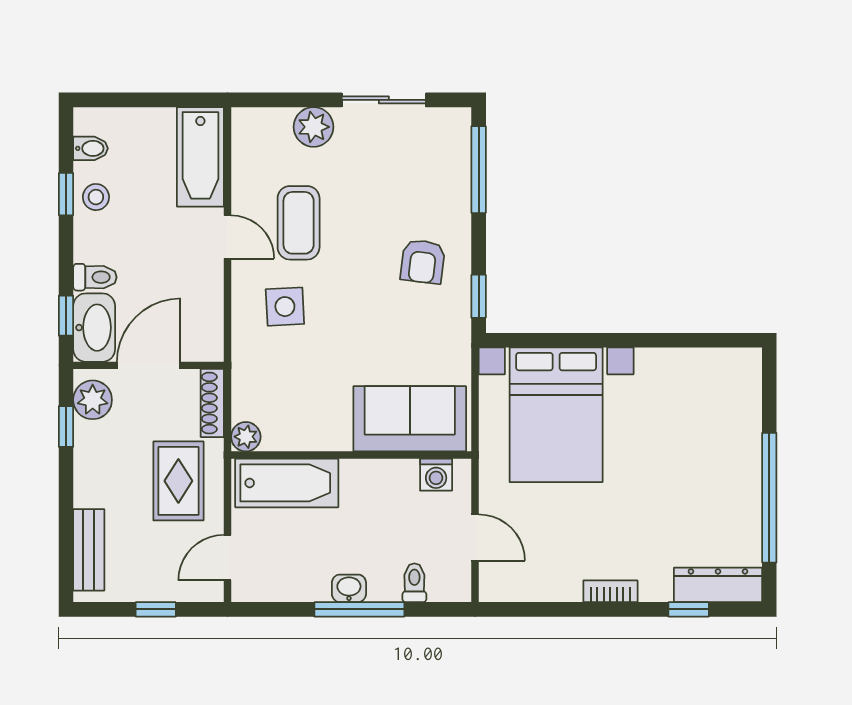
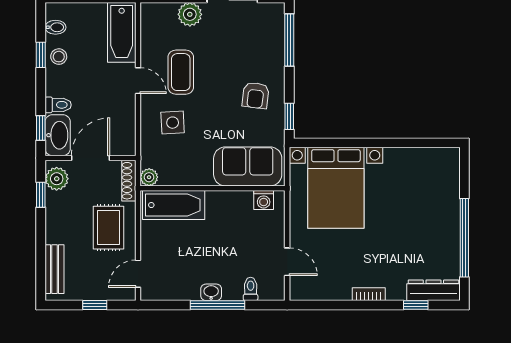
sofa: (410, 419) -> (248, 166), moved
plant: (246, 437) -> (149, 177), moved
wall: (351, 455) -> (213, 188), moved
washing machine: (436, 475) -> (264, 200), moved
bathtub: (287, 483) -> (174, 205), moved

